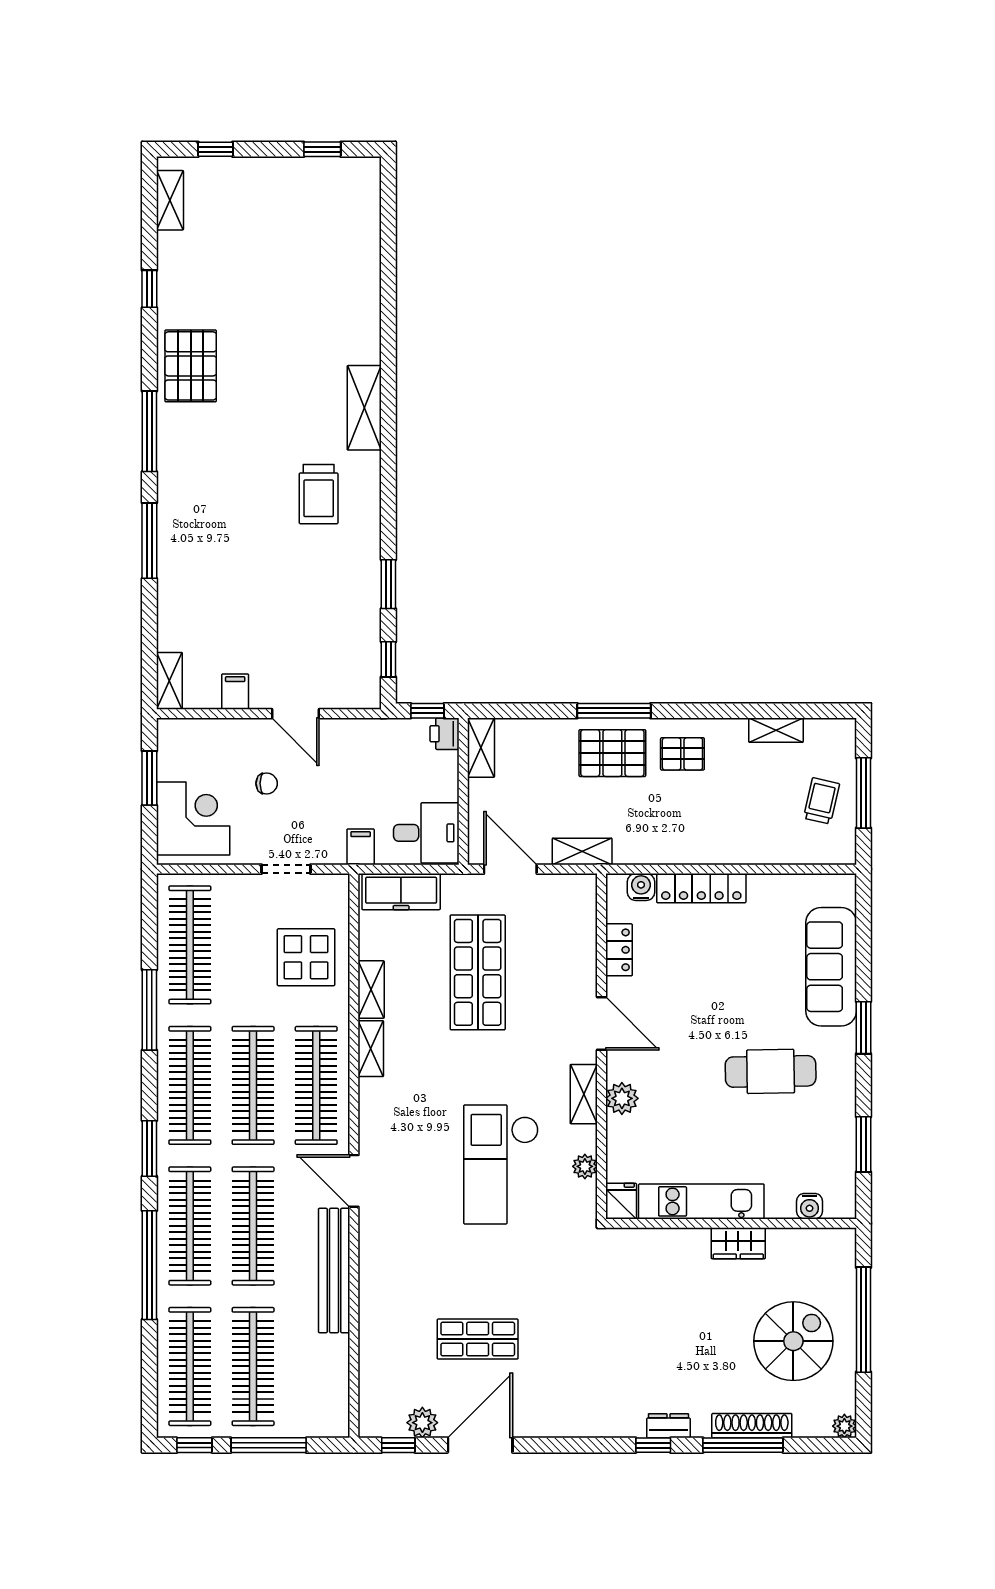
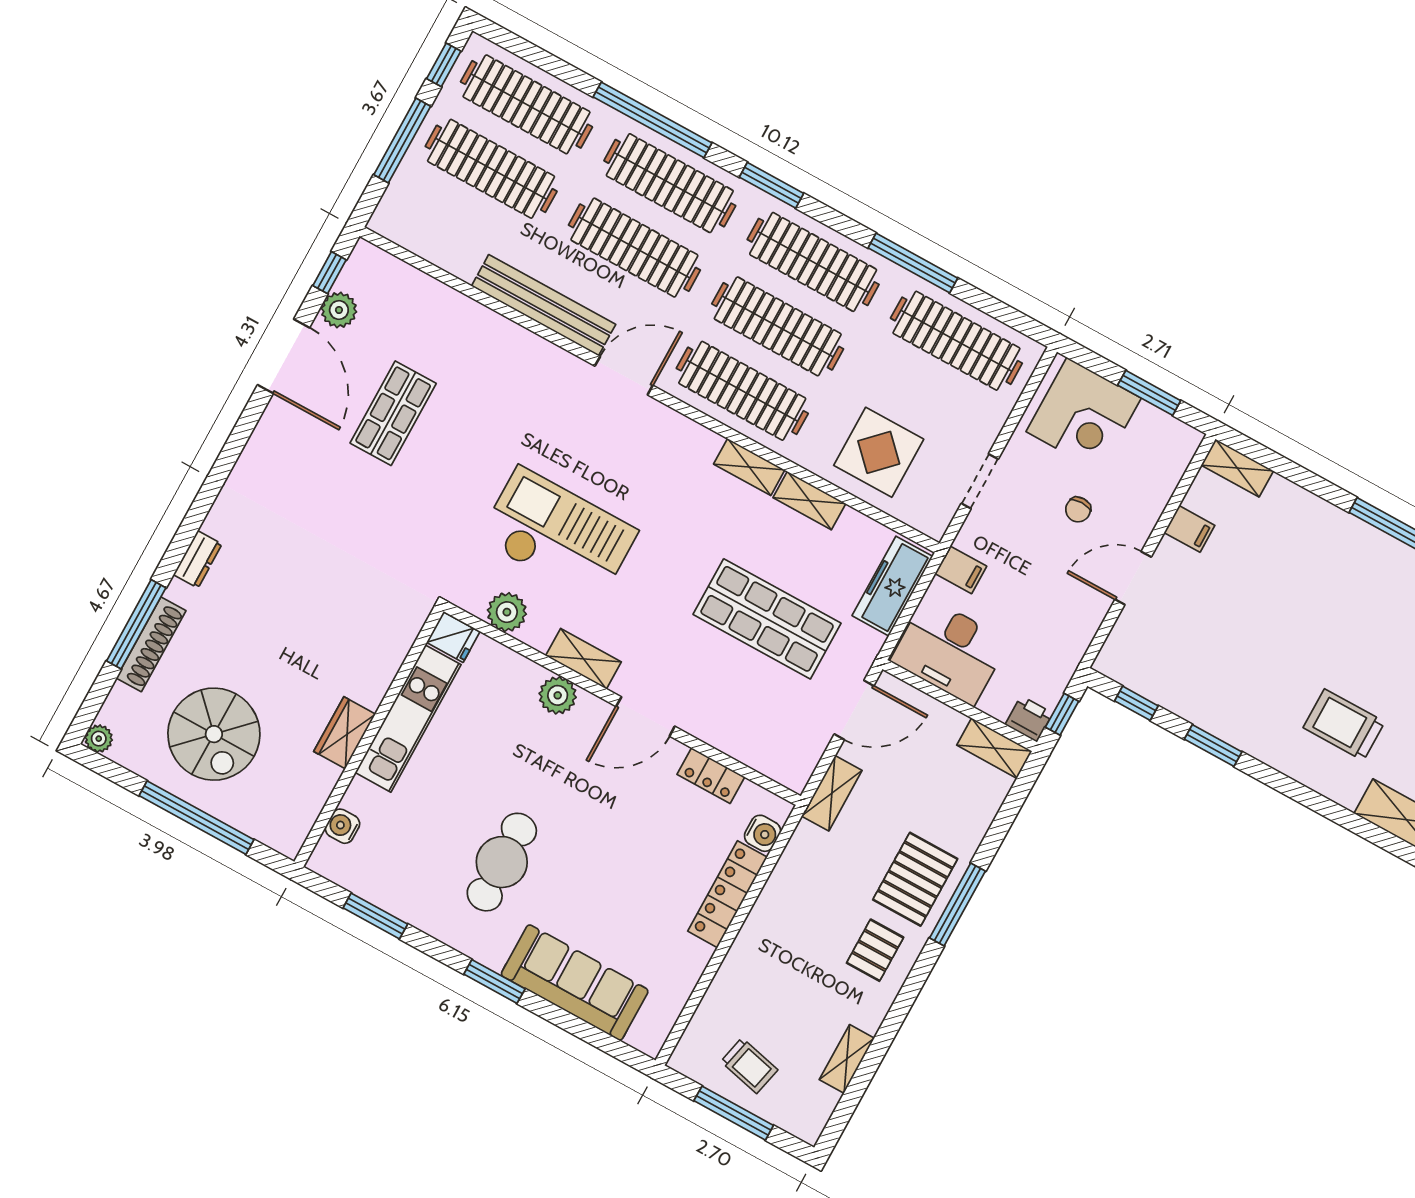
desk: (426, 833) -> (950, 651), width x1.37
plant: (585, 1166) -> (507, 612), width x1.38, depth x1.38
window: (653, 1445) -> (187, 533), removed

